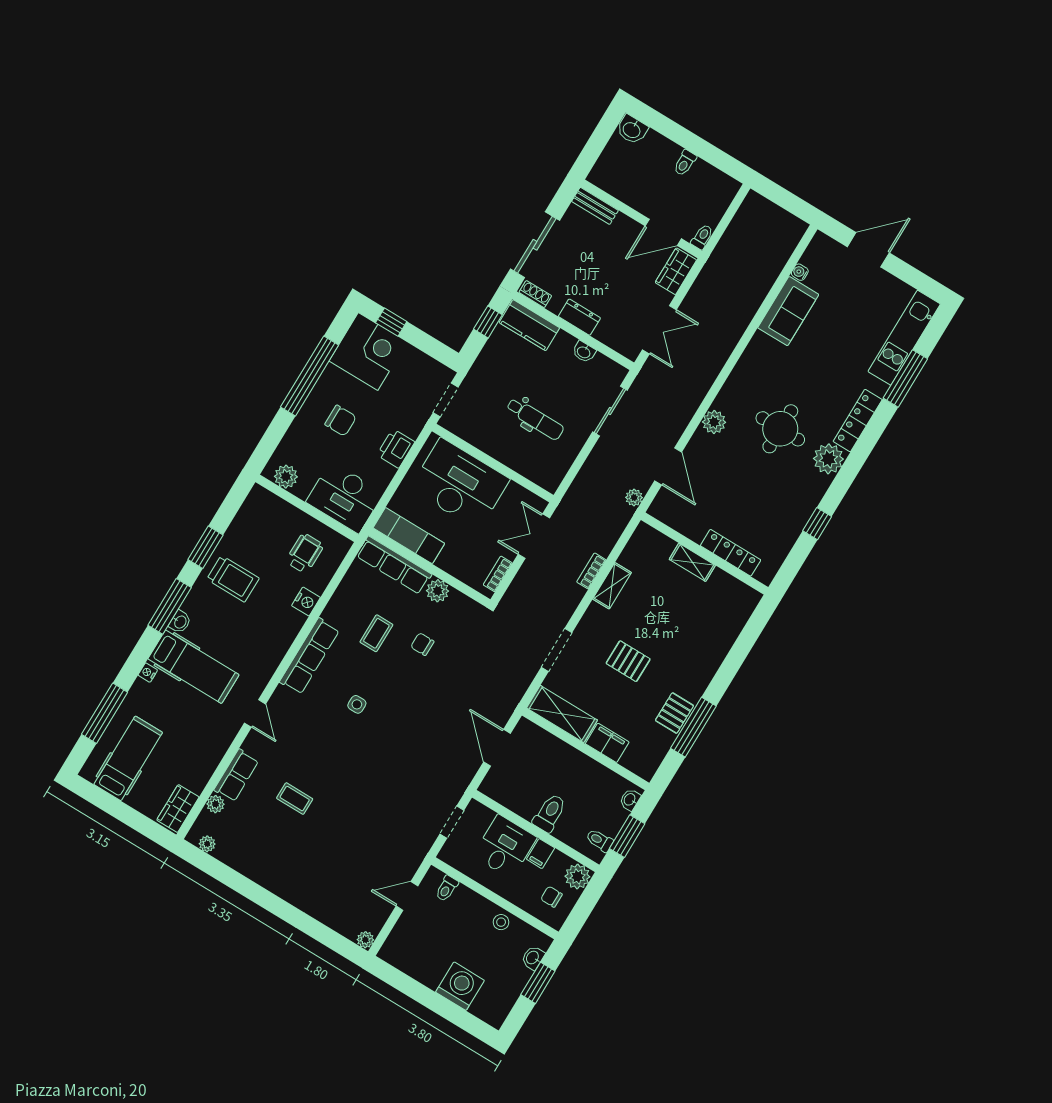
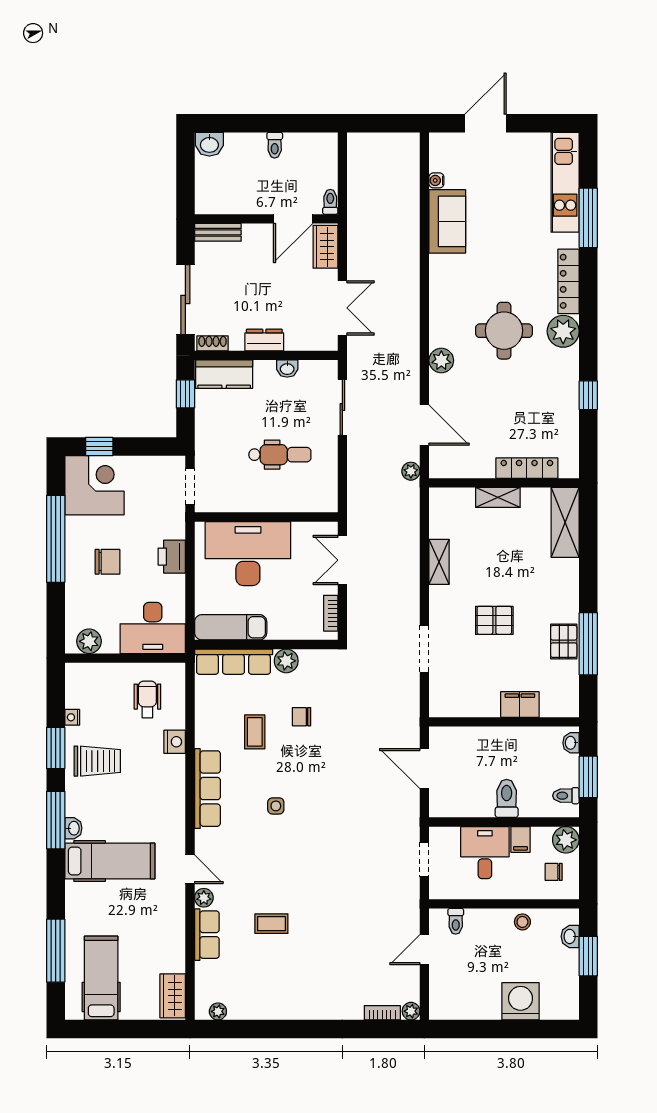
bookcase: (591, 571) -> (382, 1013), moved, turned 90
nightstand: (148, 673) -> (72, 717), moved
shelving: (562, 714) -> (565, 522), moved, turned 90
plant: (215, 804) -> (204, 898), moved

